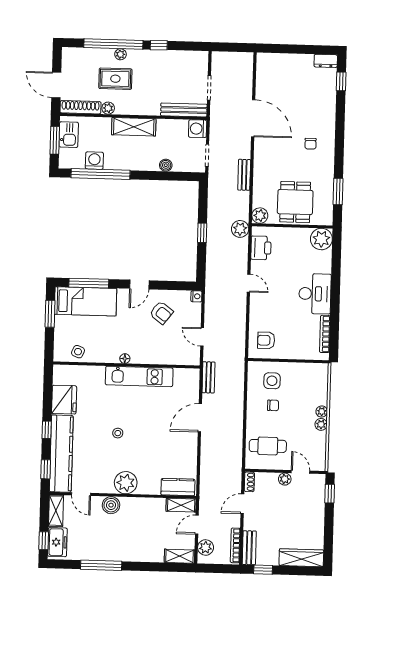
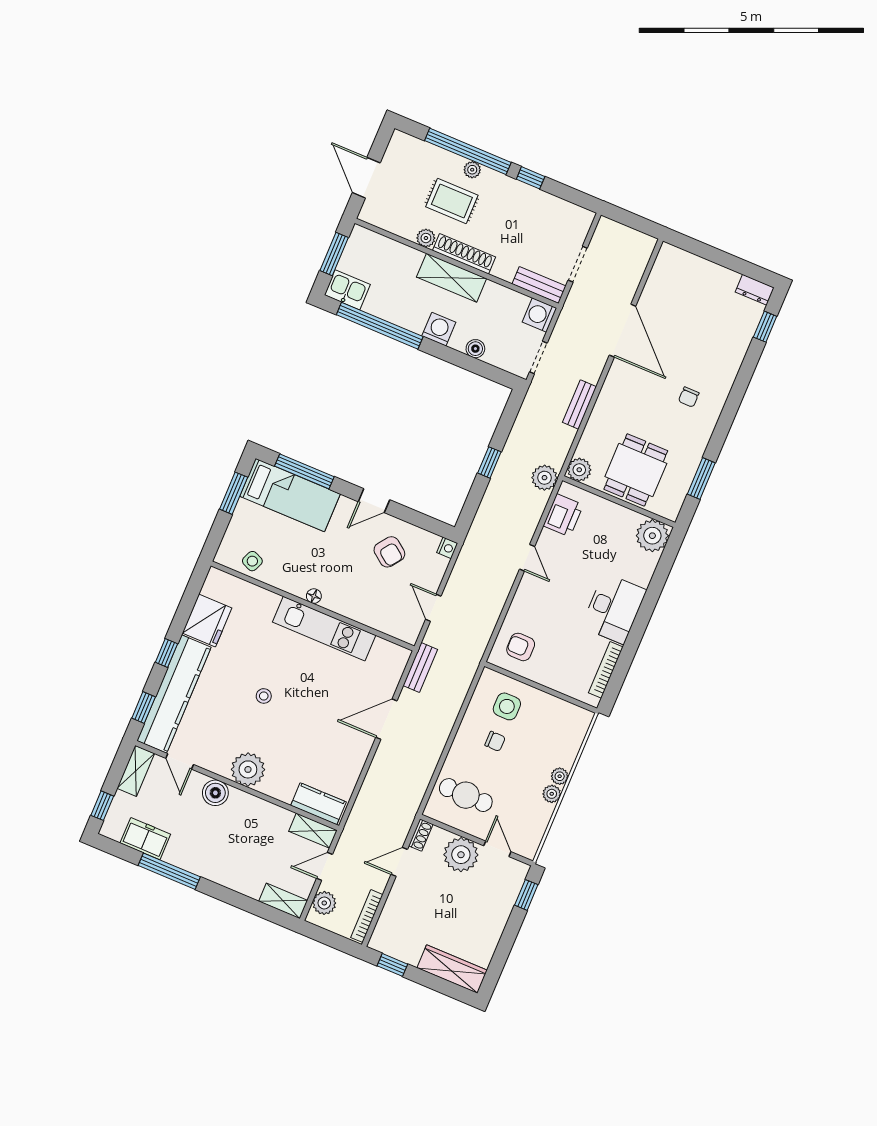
shoe rack: (80, 107) -> (464, 254), moved
bench: (184, 110) -> (539, 285), width x0.73
kitchen sink: (69, 135) -> (347, 290), moved, turned -90
washing machine: (94, 161) -> (439, 329), moved
plant: (285, 479) -> (461, 855), width x1.88, depth x1.88
freezer: (57, 542) -> (145, 839), moved, turned -90
bench: (249, 548) -> (385, 927), removed

